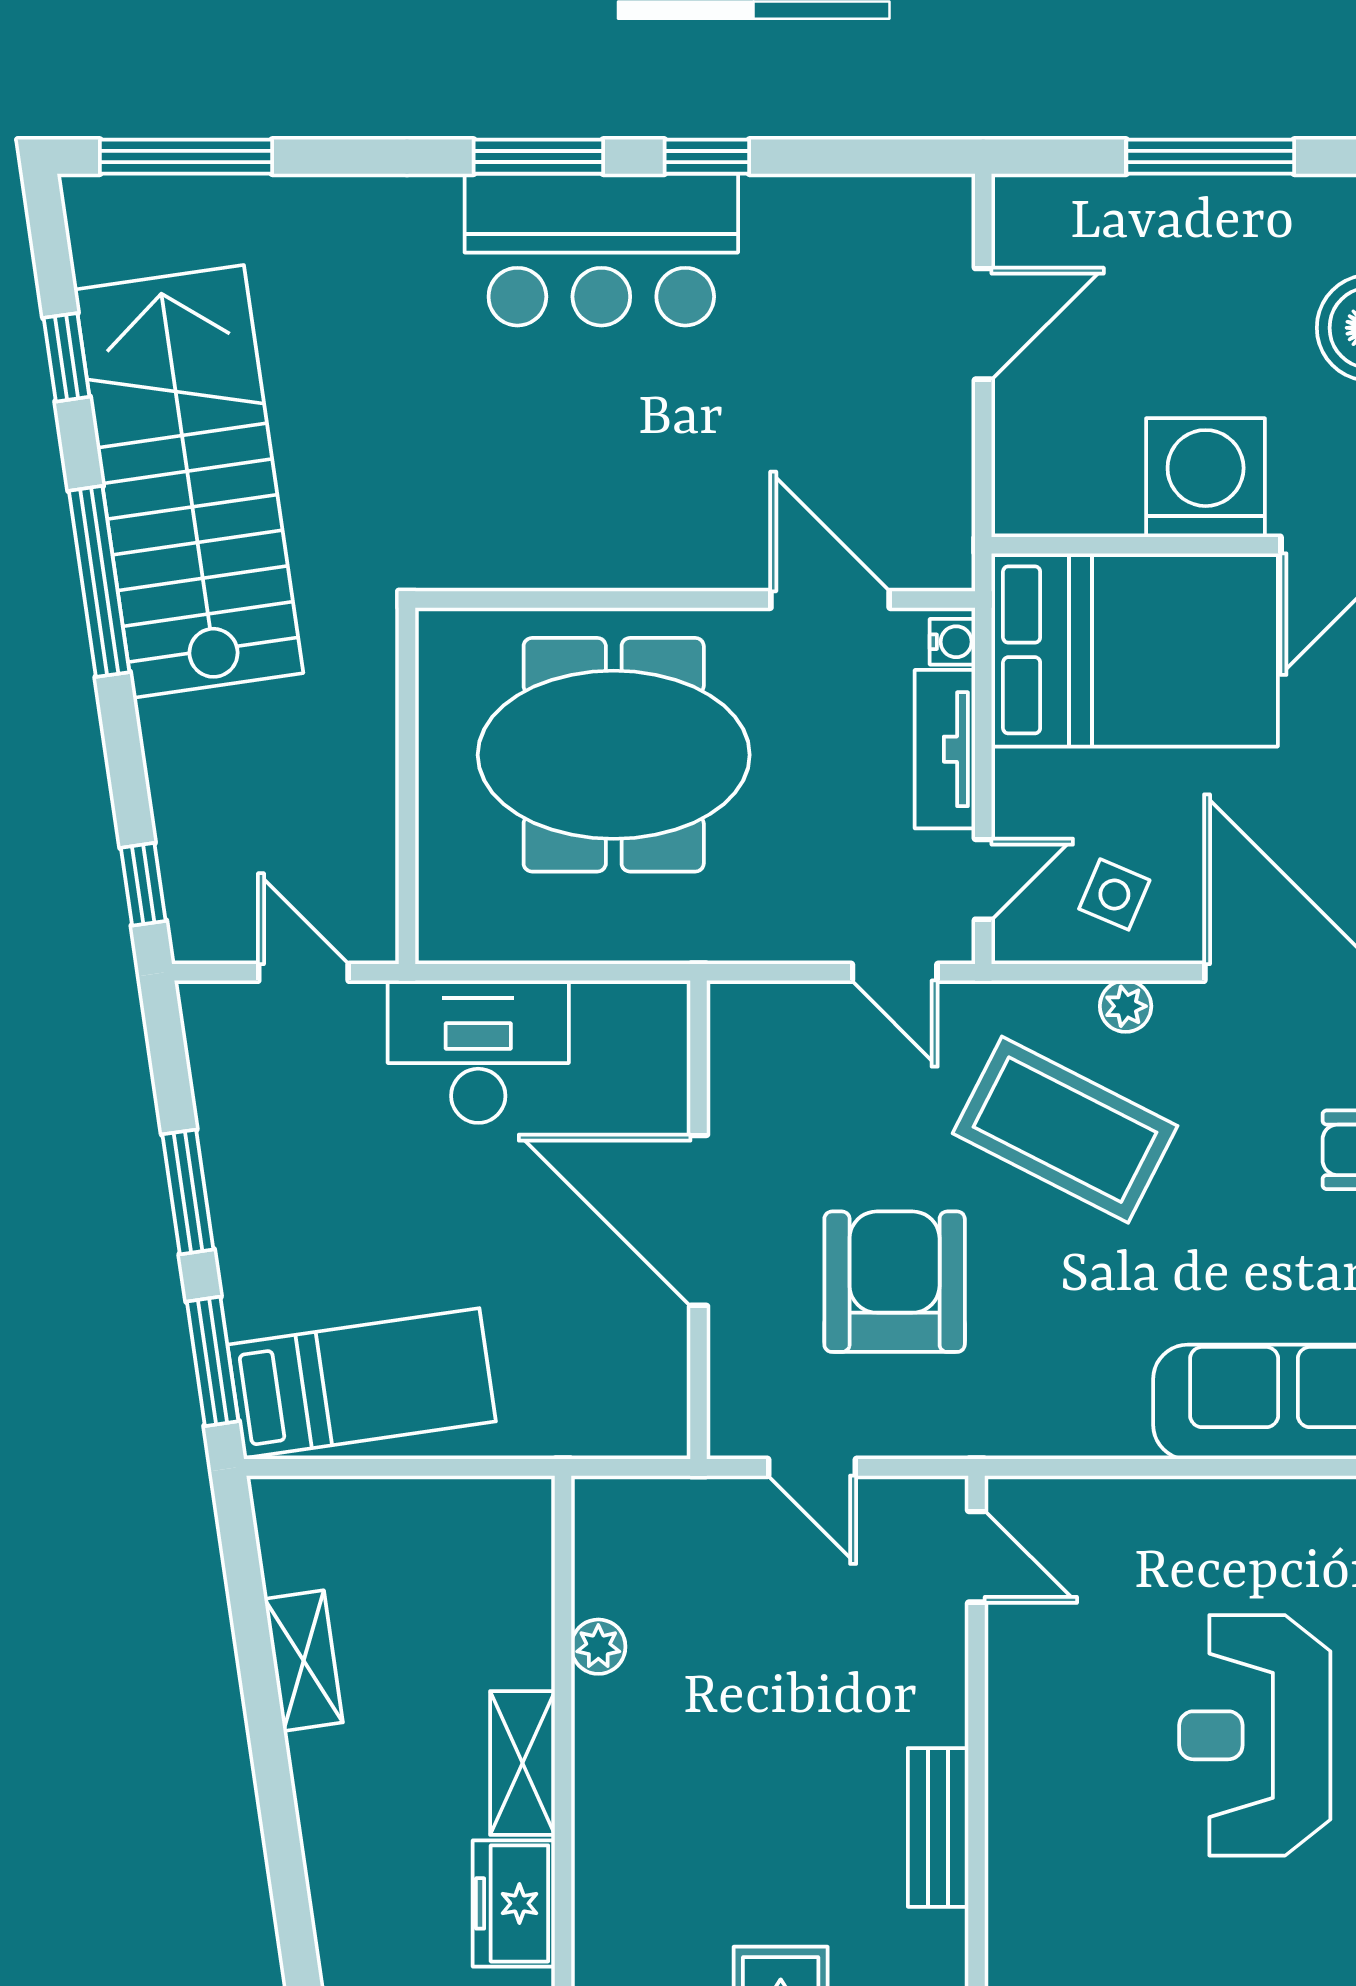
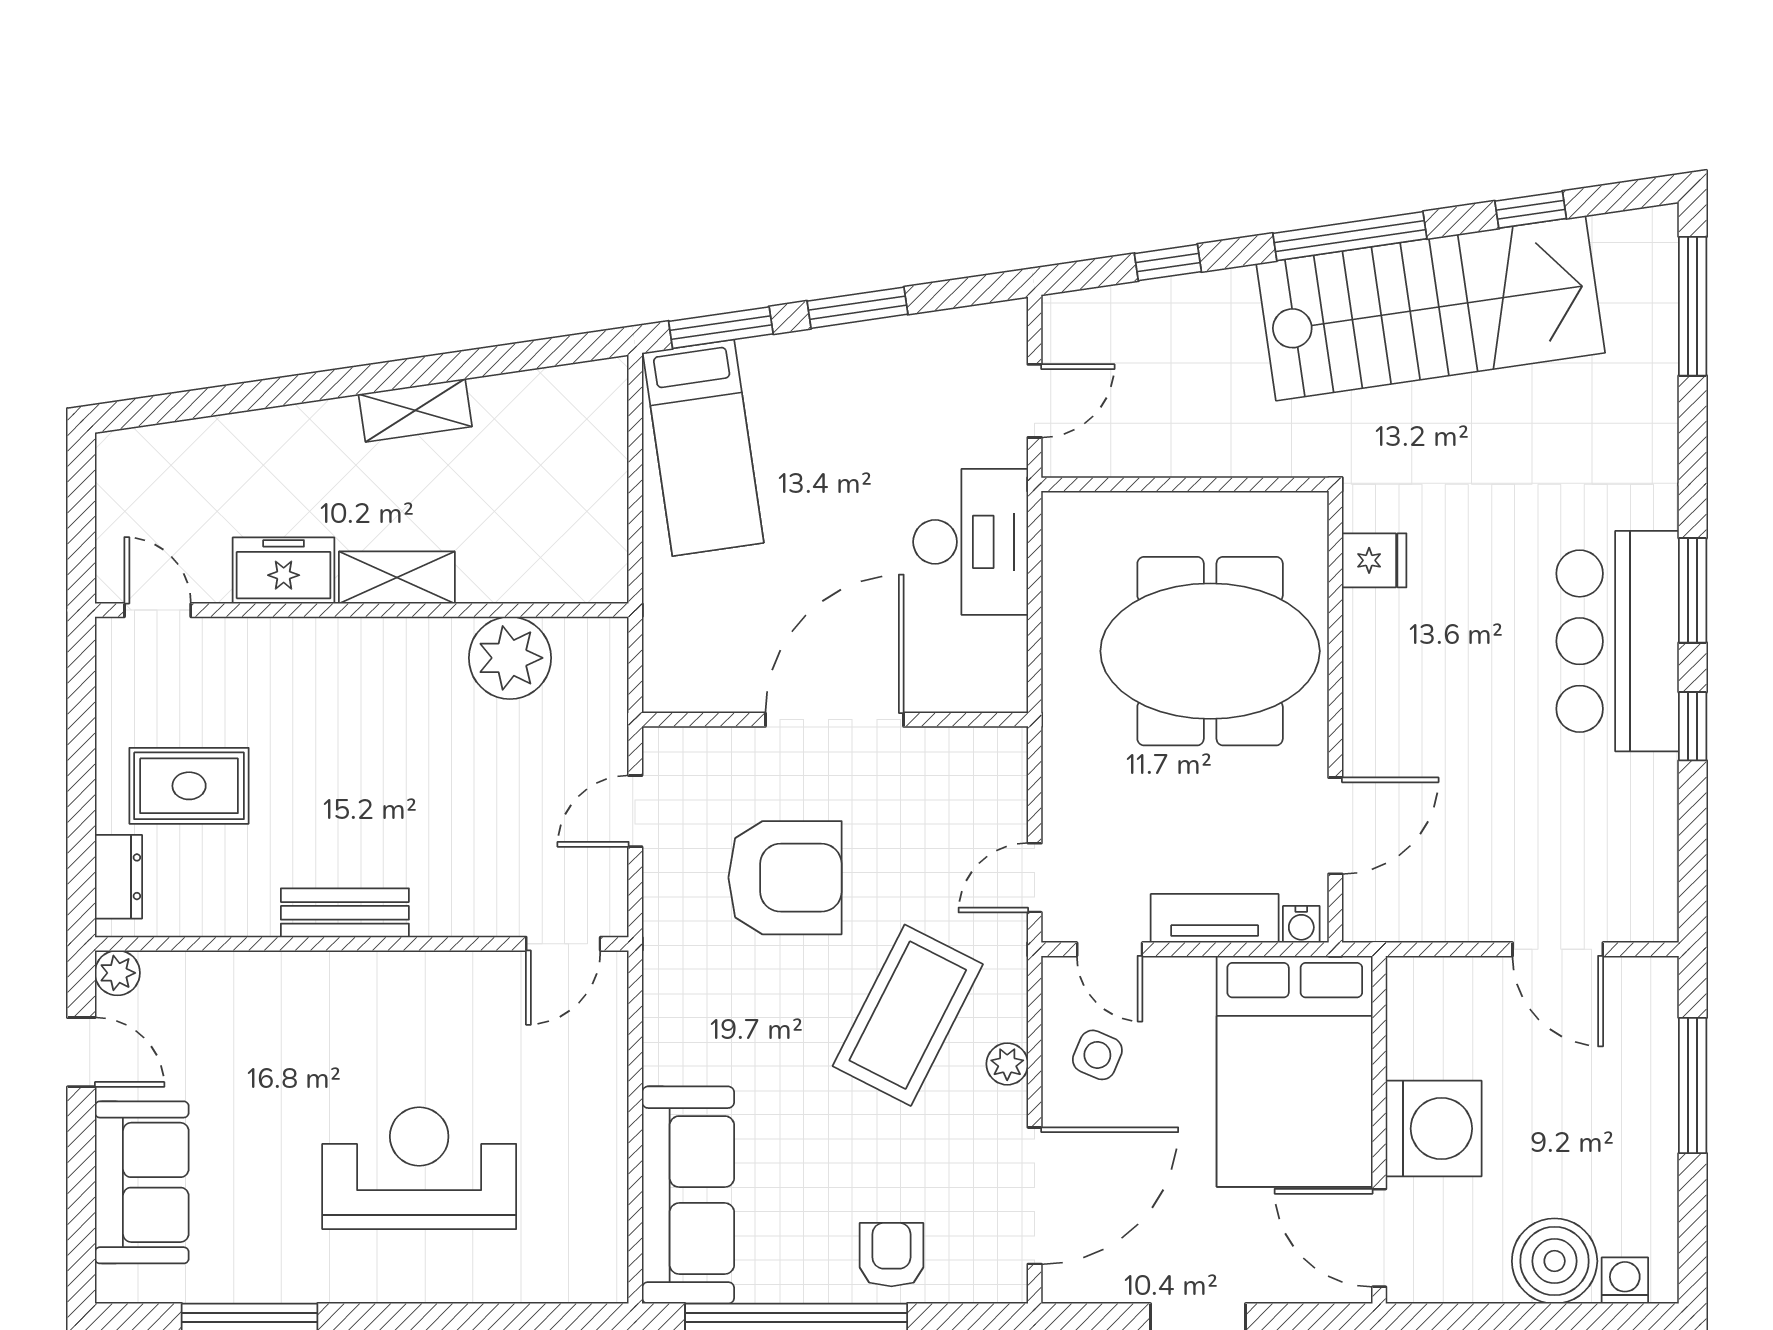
window: (1210, 157) -> (1693, 1086), moved
fridge: (501, 551) -> (1374, 560), added
meeting table: (614, 755) -> (1210, 651), turned 90
window: (143, 884) -> (1168, 263), moved
plant: (598, 1647) -> (510, 658), width x1.88, depth x1.88
shelving: (304, 1661) -> (415, 410), moved

